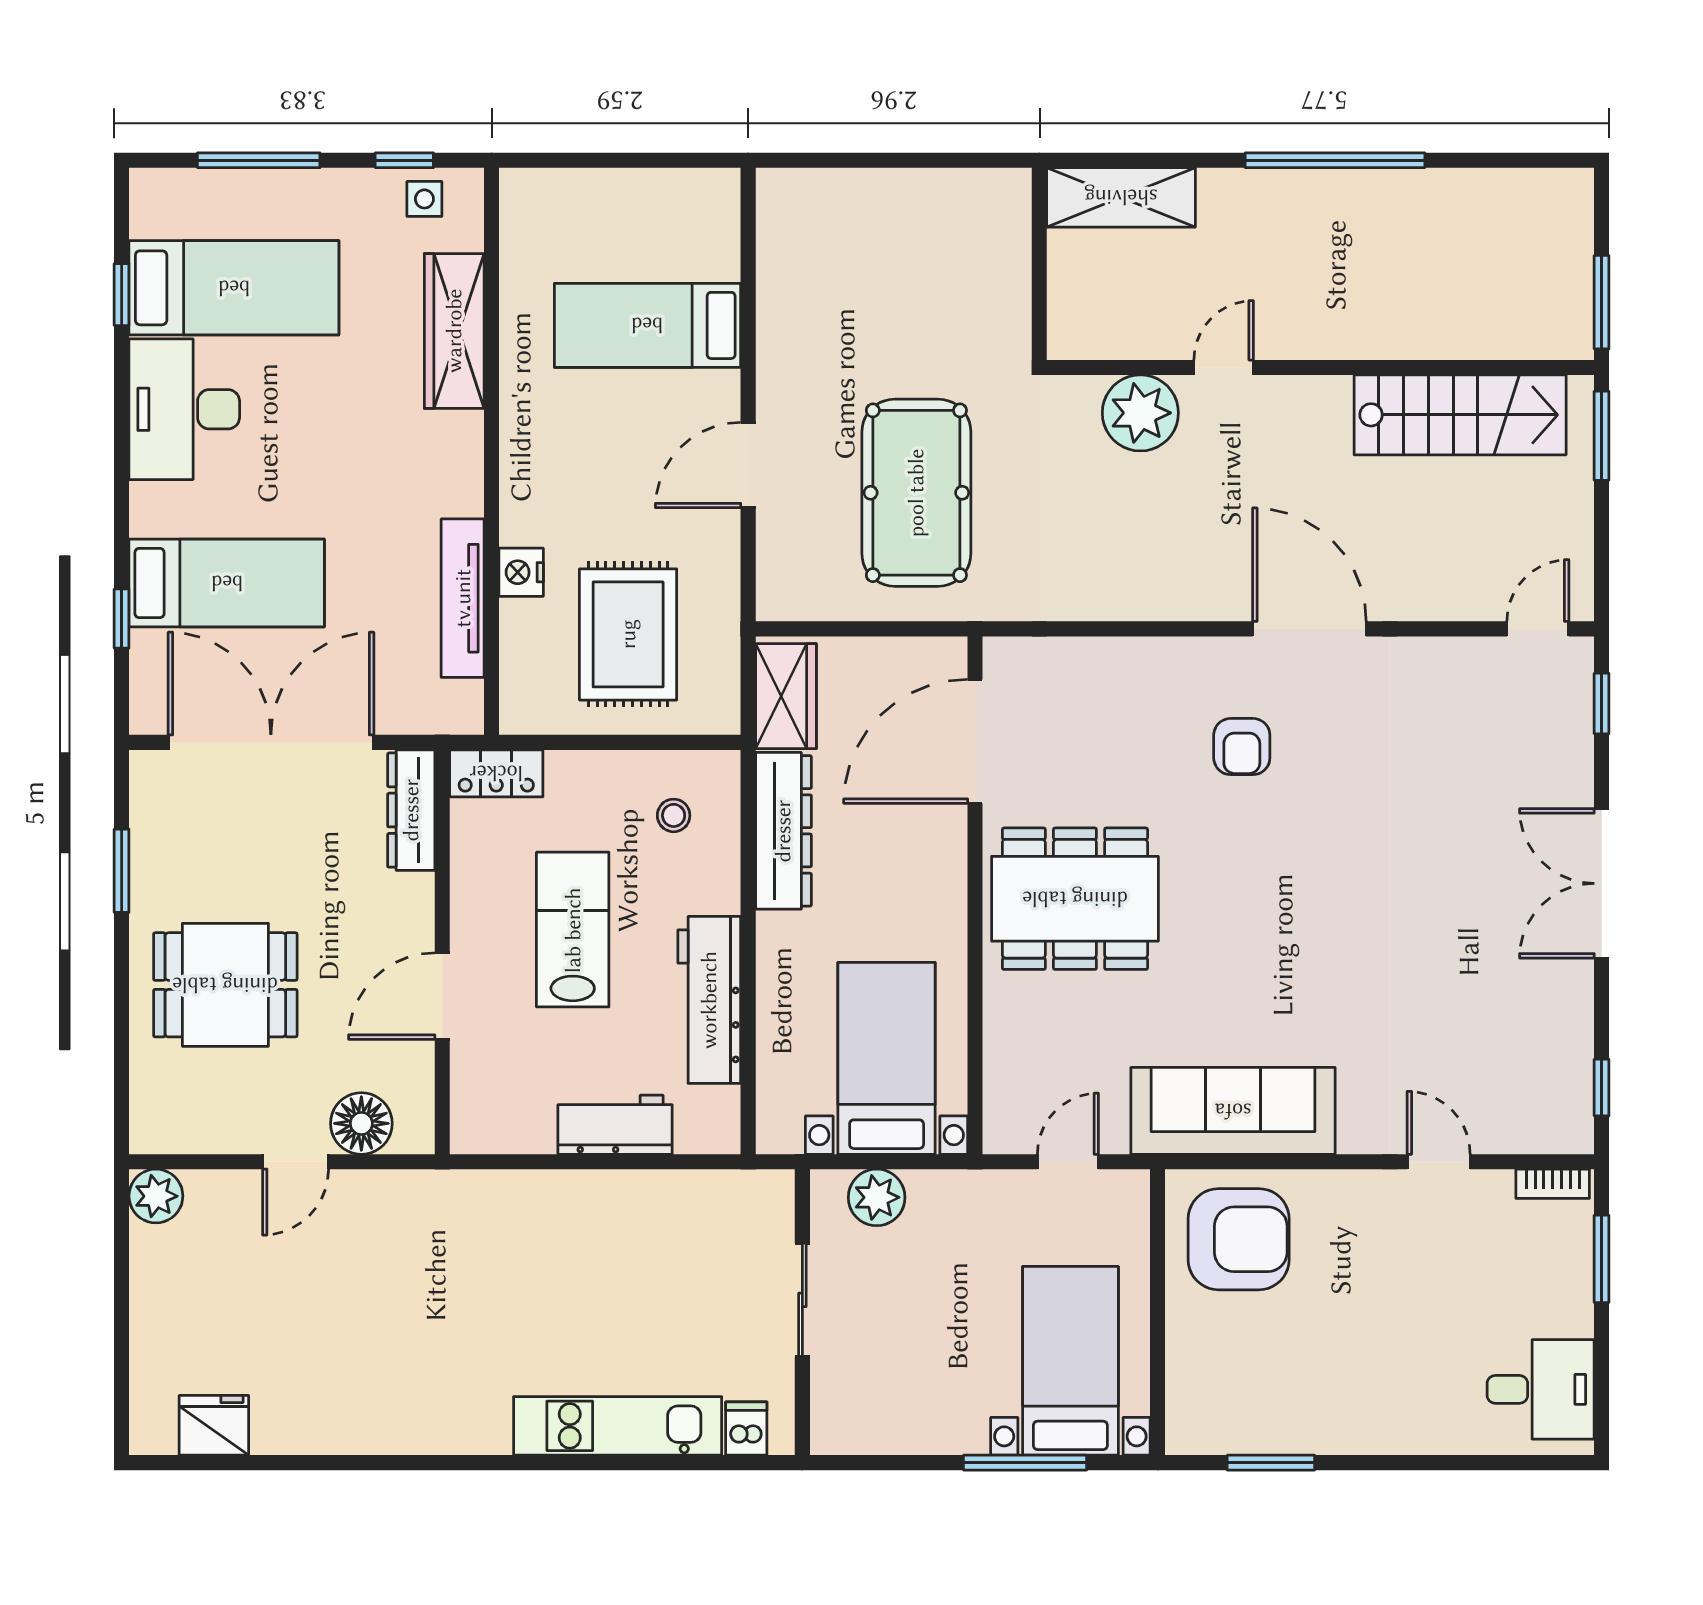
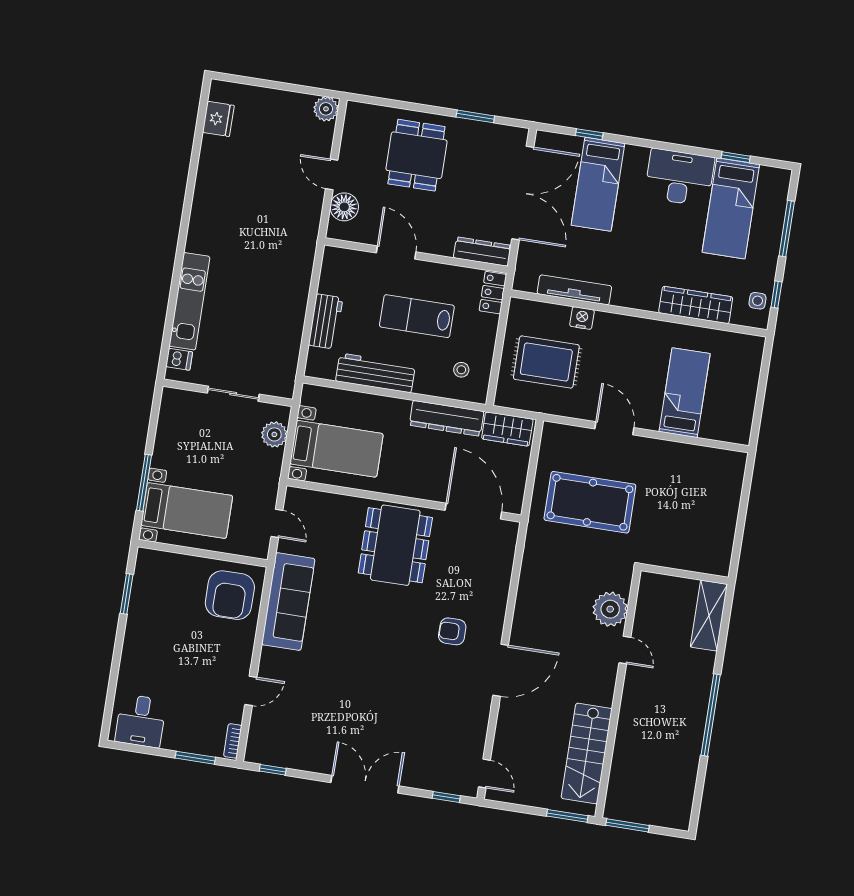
lab bench: (573, 930) -> (417, 316), turned 180

